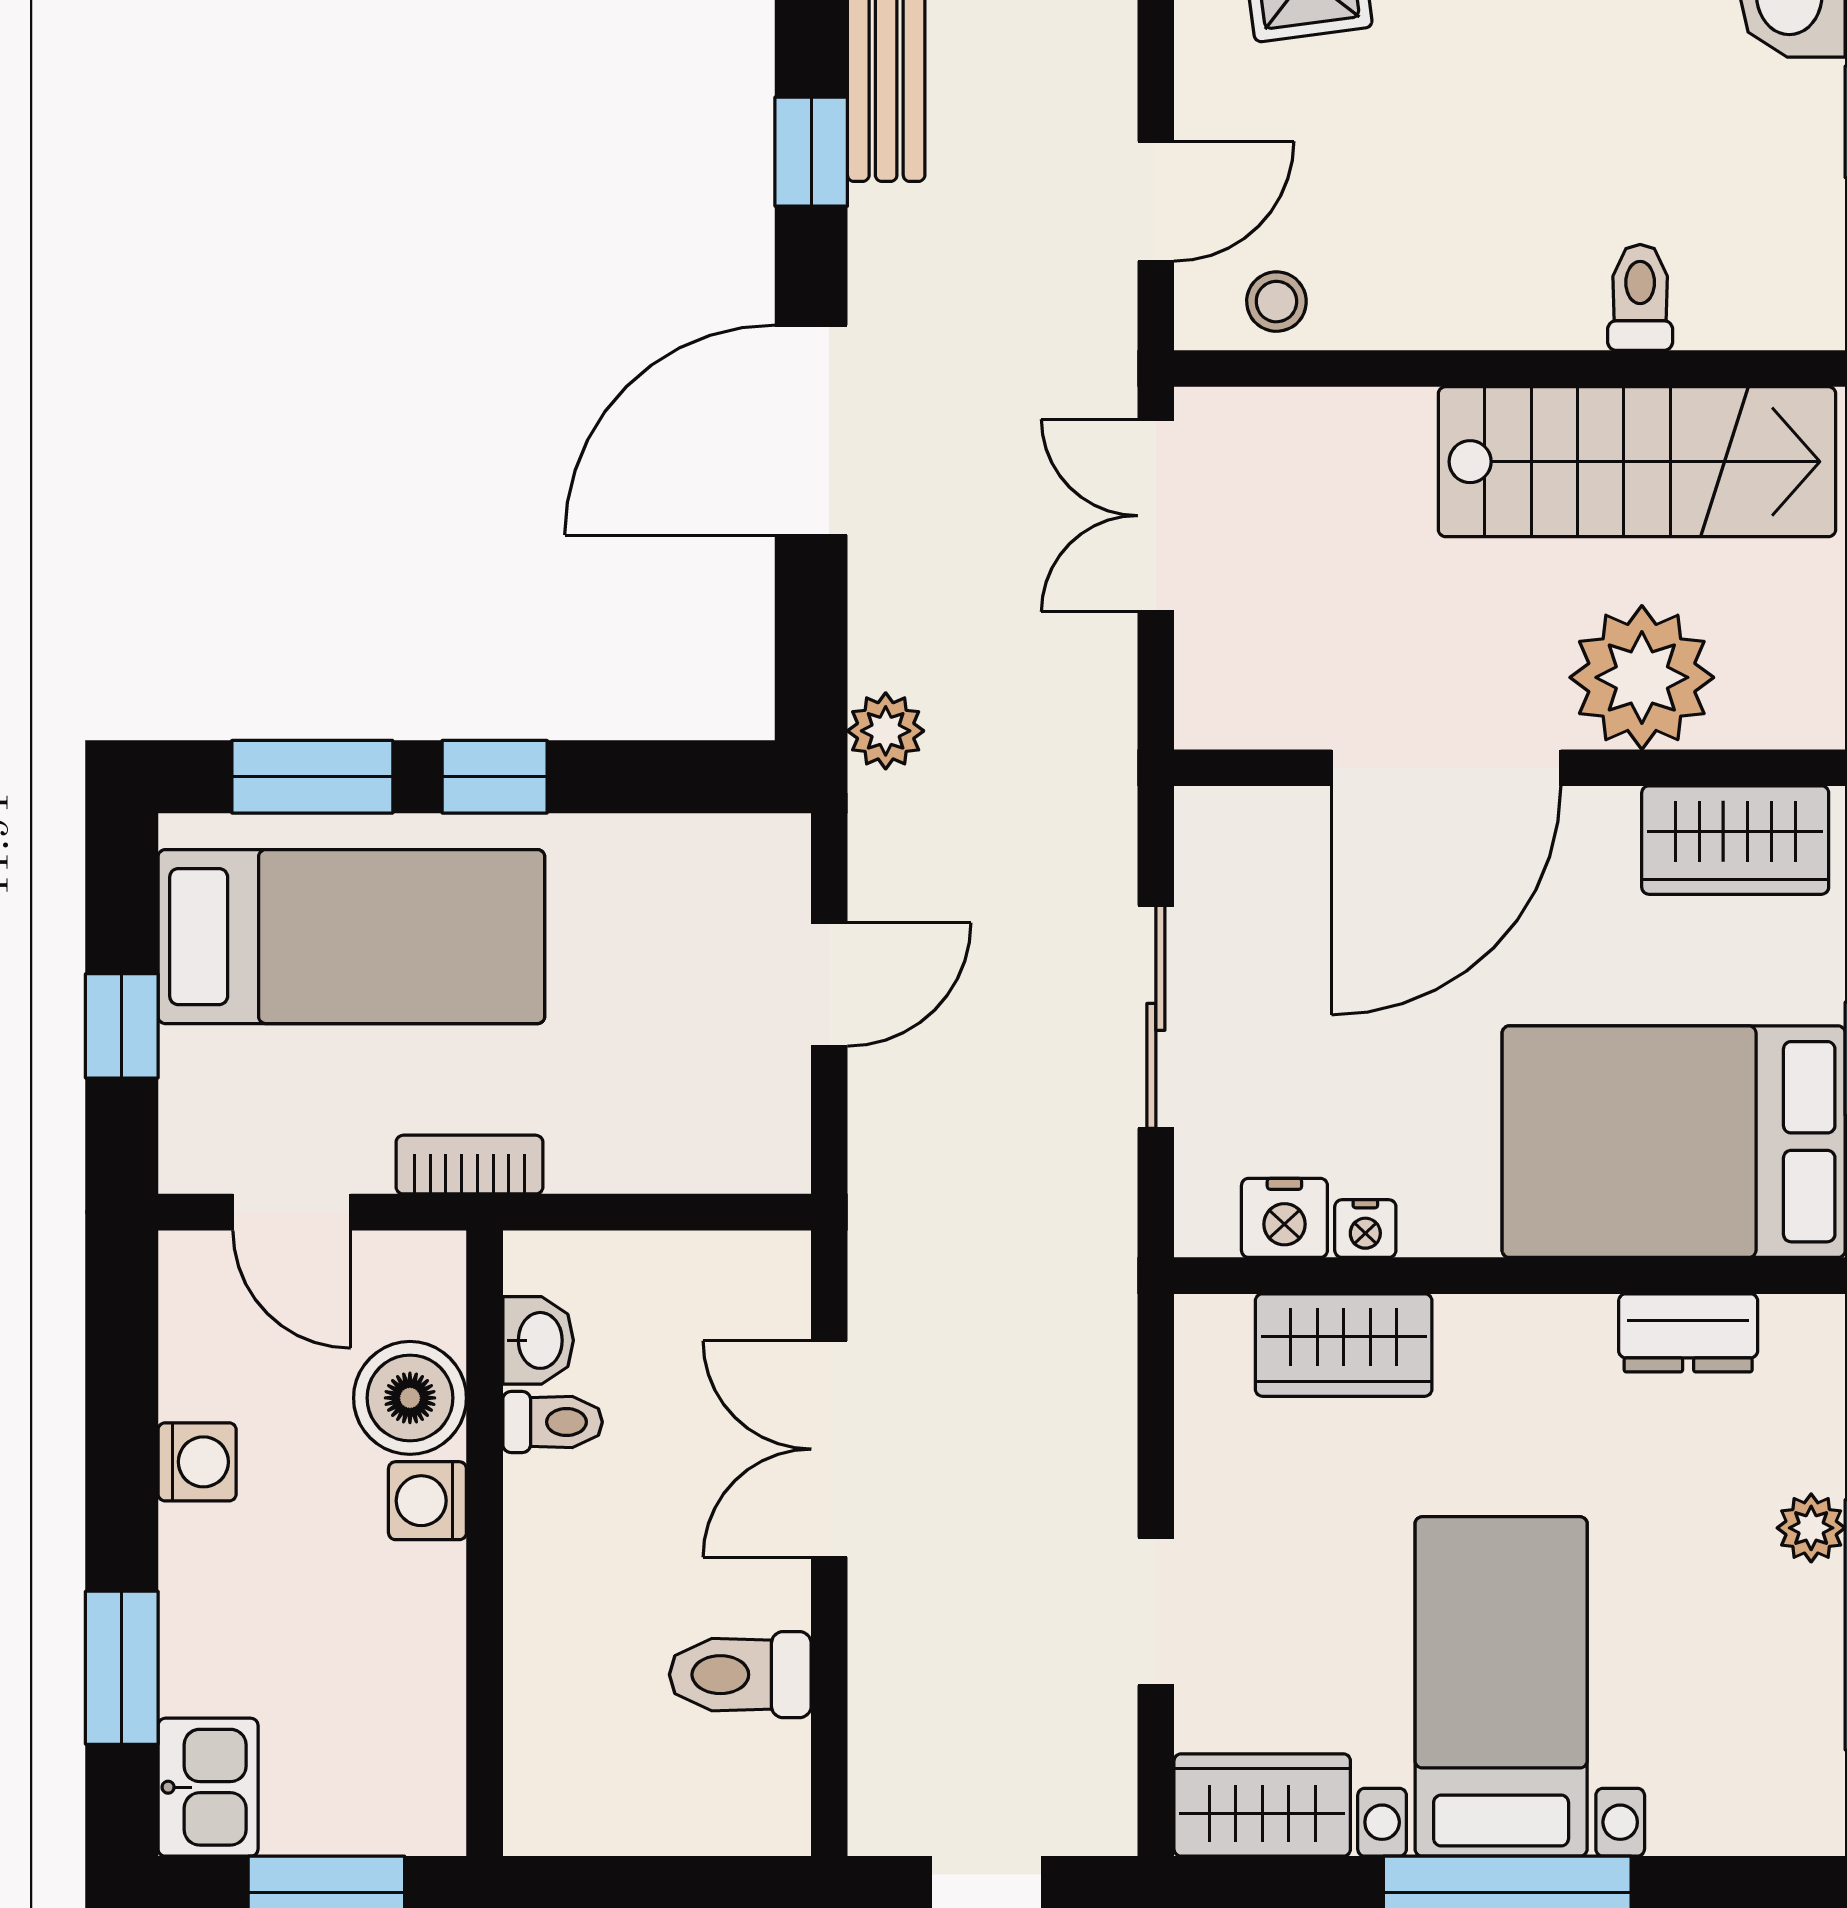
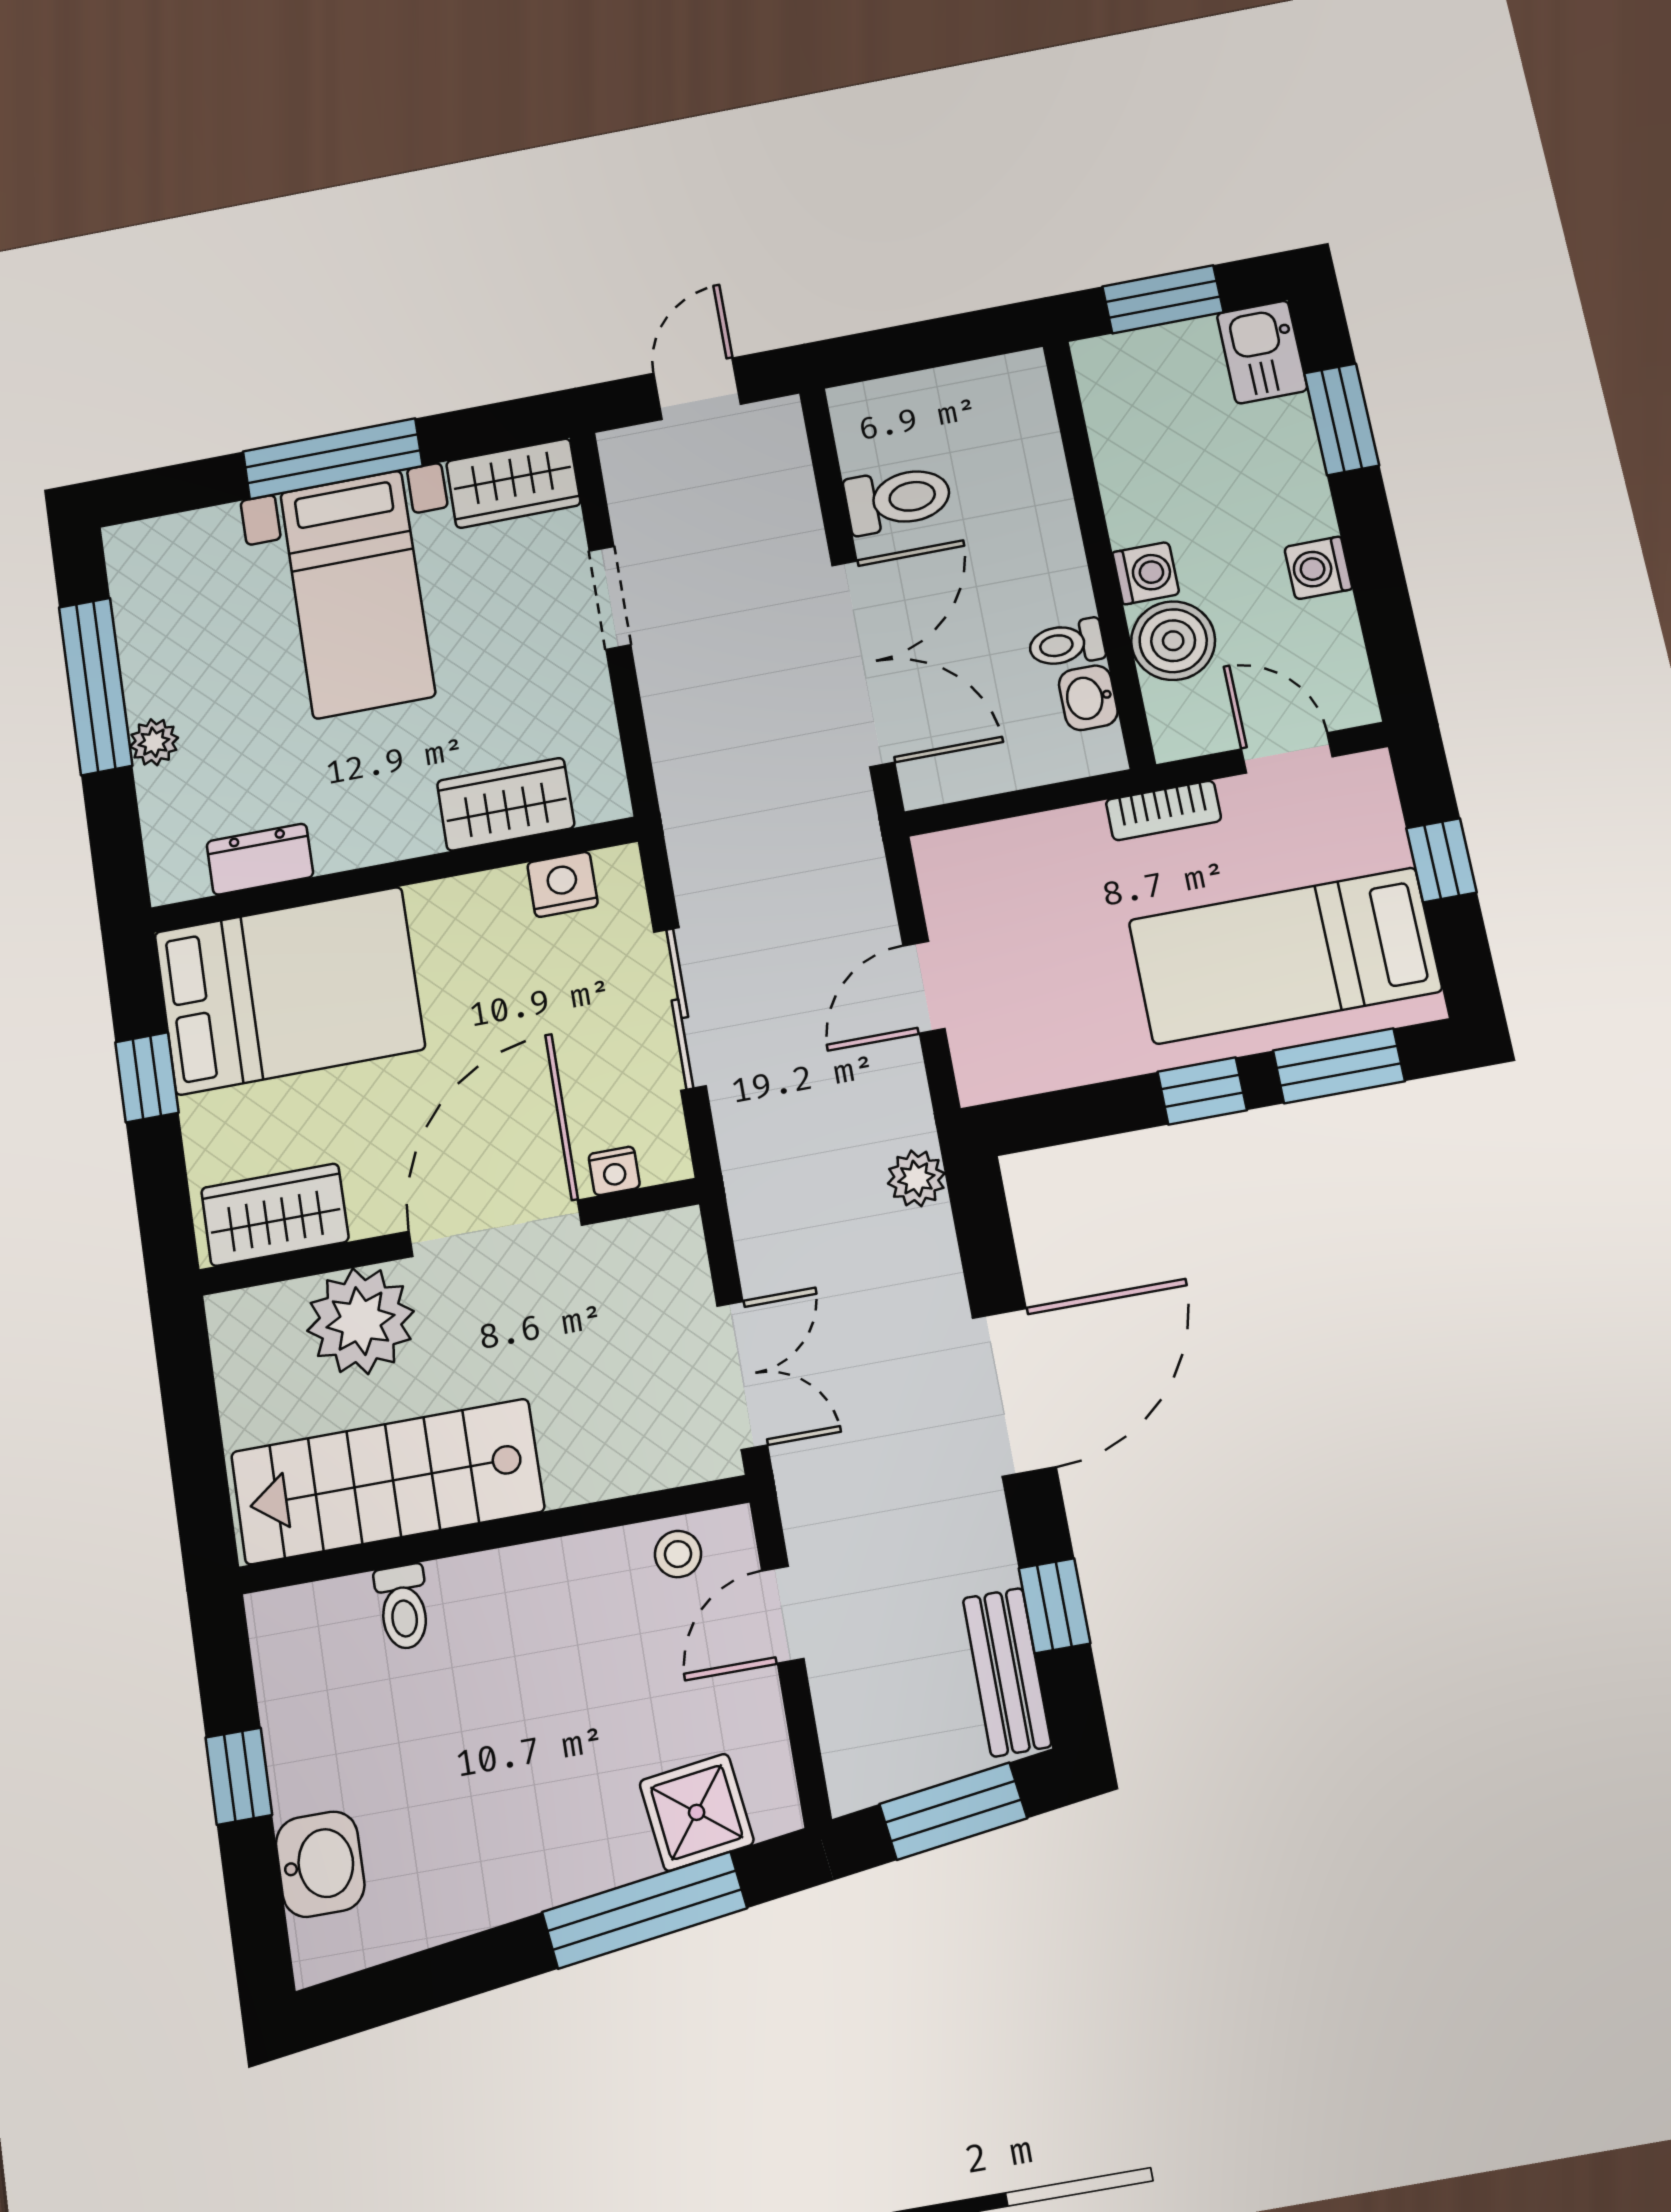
nightstand: (1365, 1229) -> (614, 1171), moved, turned 180
double door: (829, 1449) -> (863, 663), width x1.37

